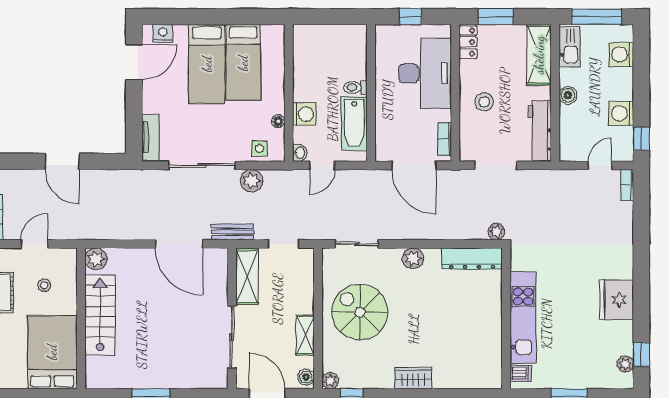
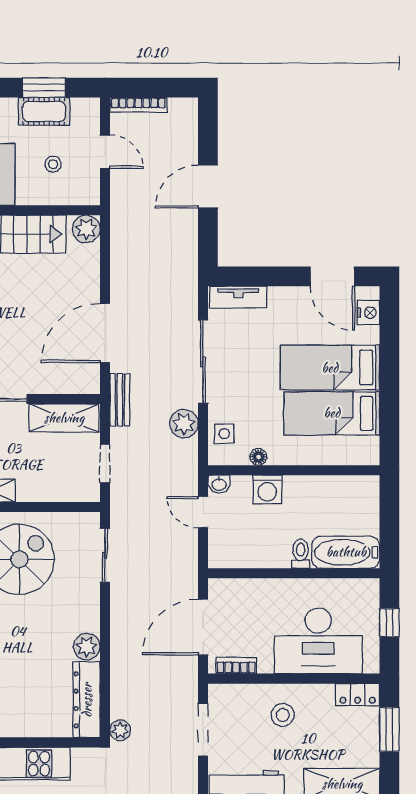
bathtub: (354, 123) -> (346, 552), moved
plant: (413, 258) -> (87, 647), moved

